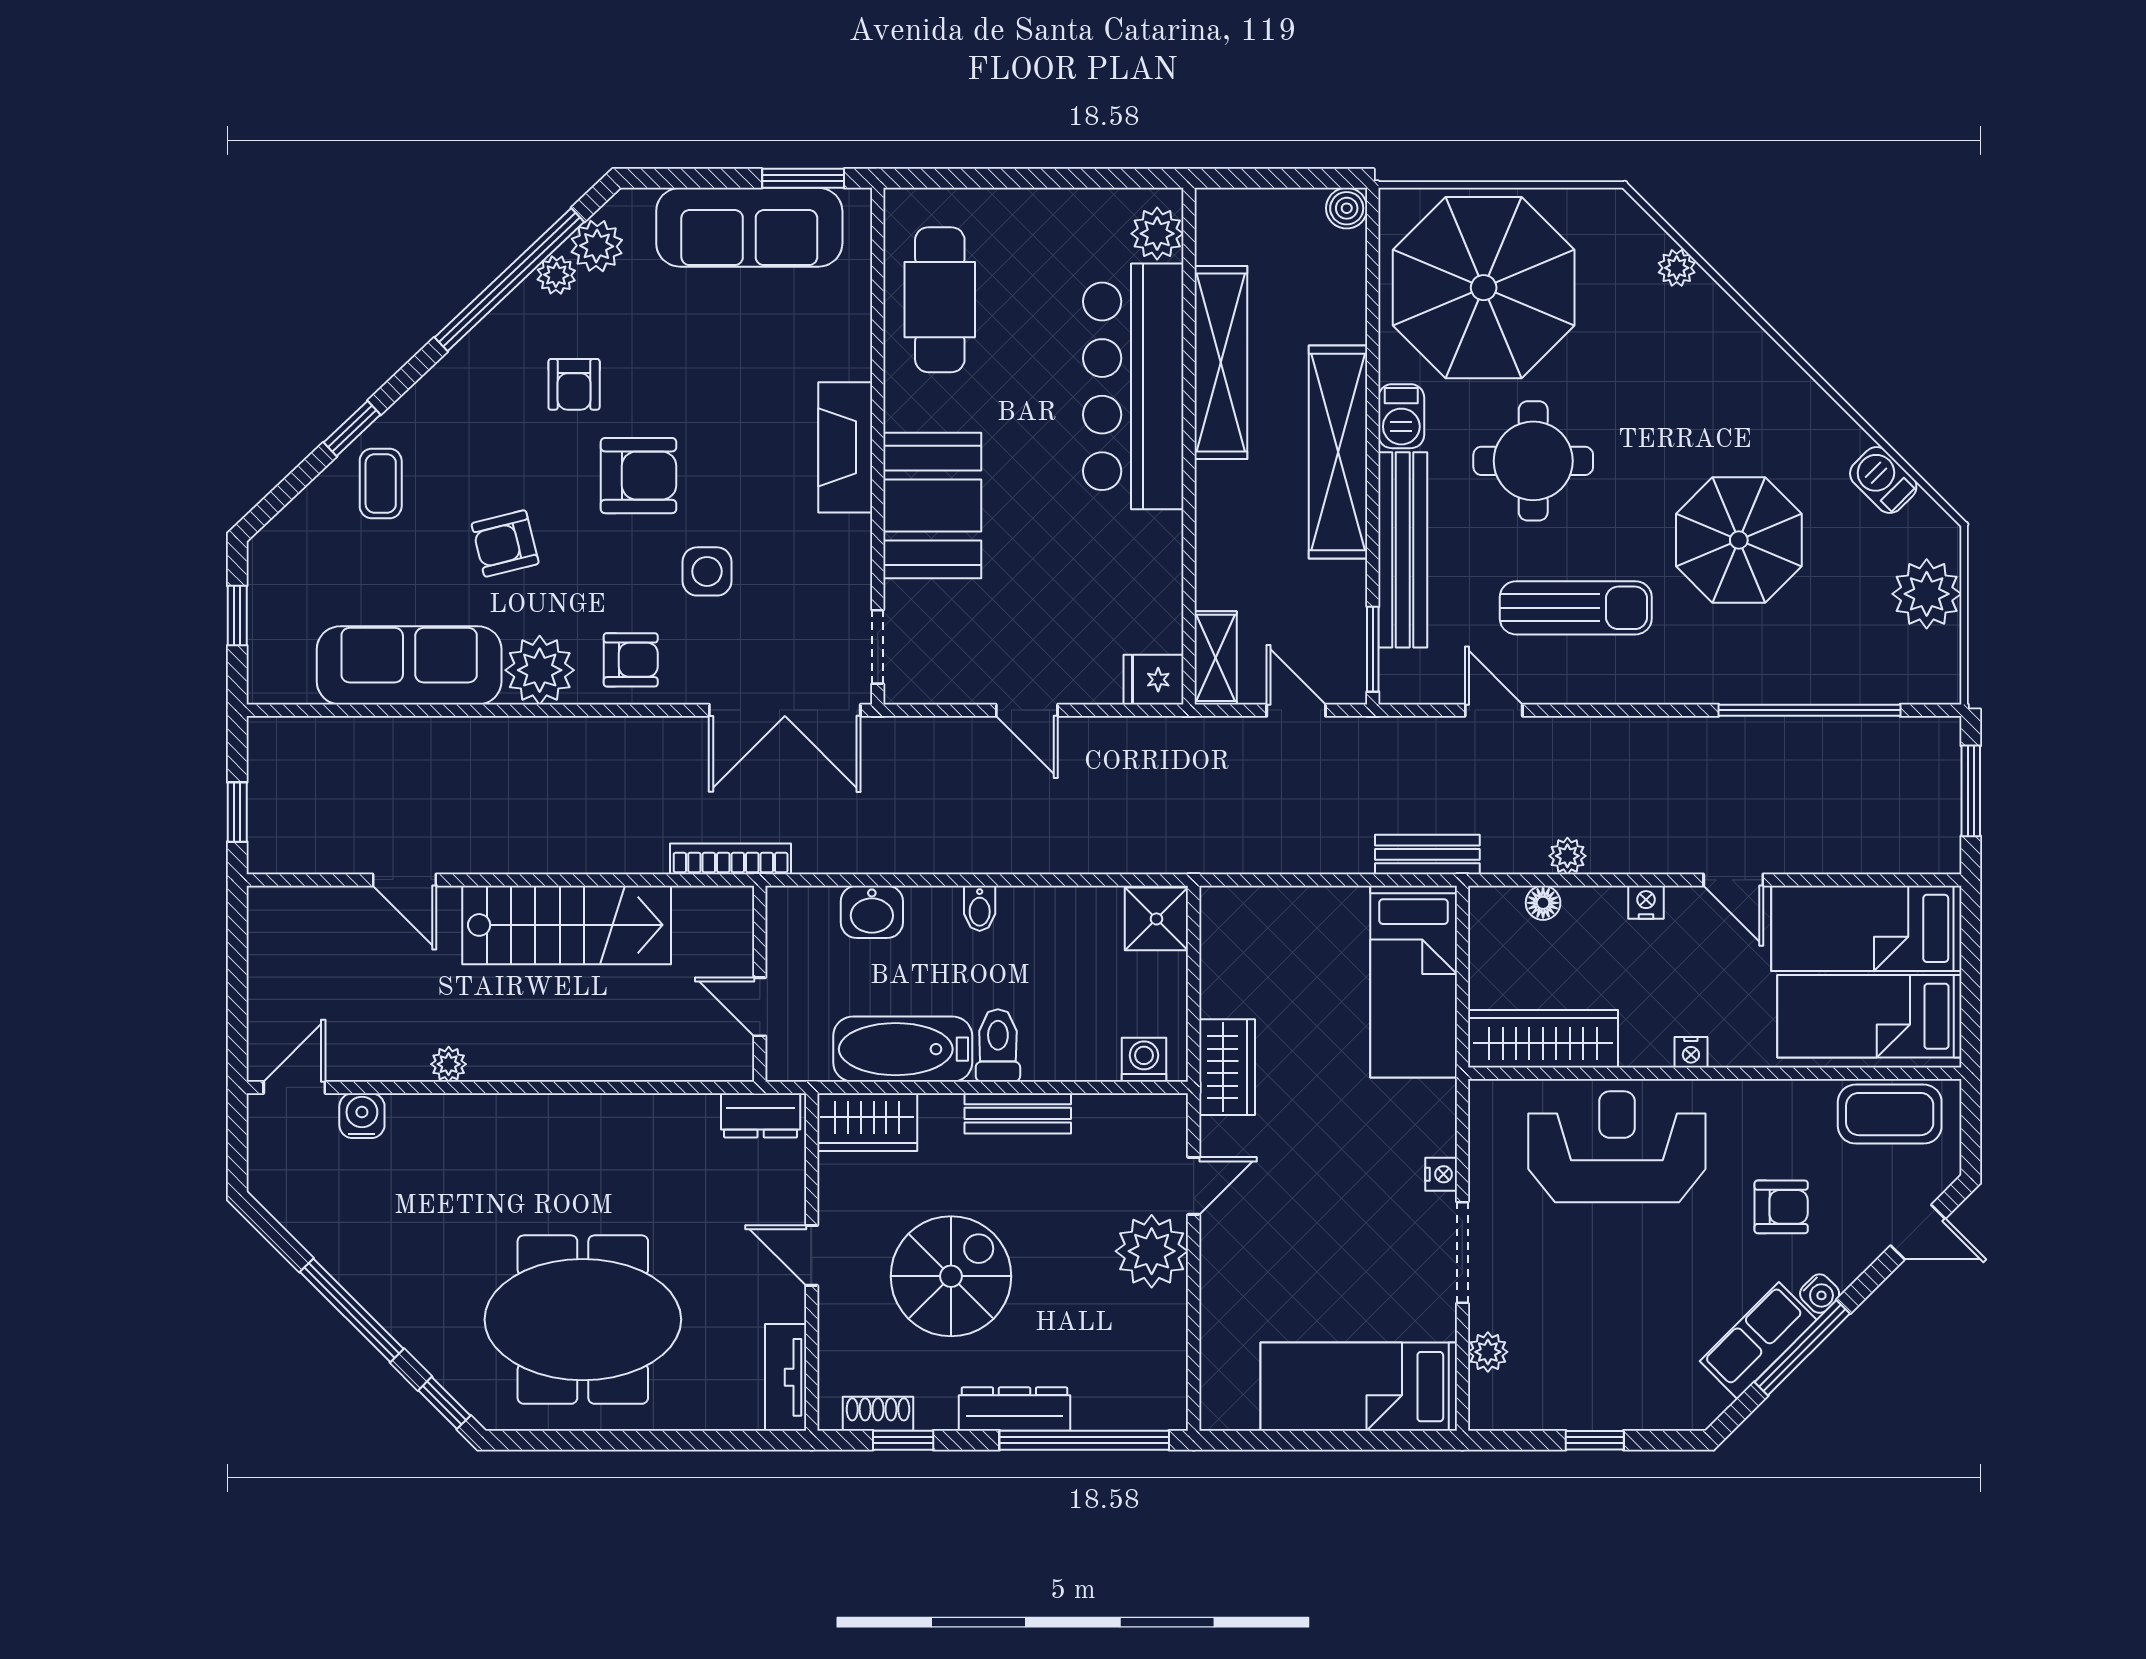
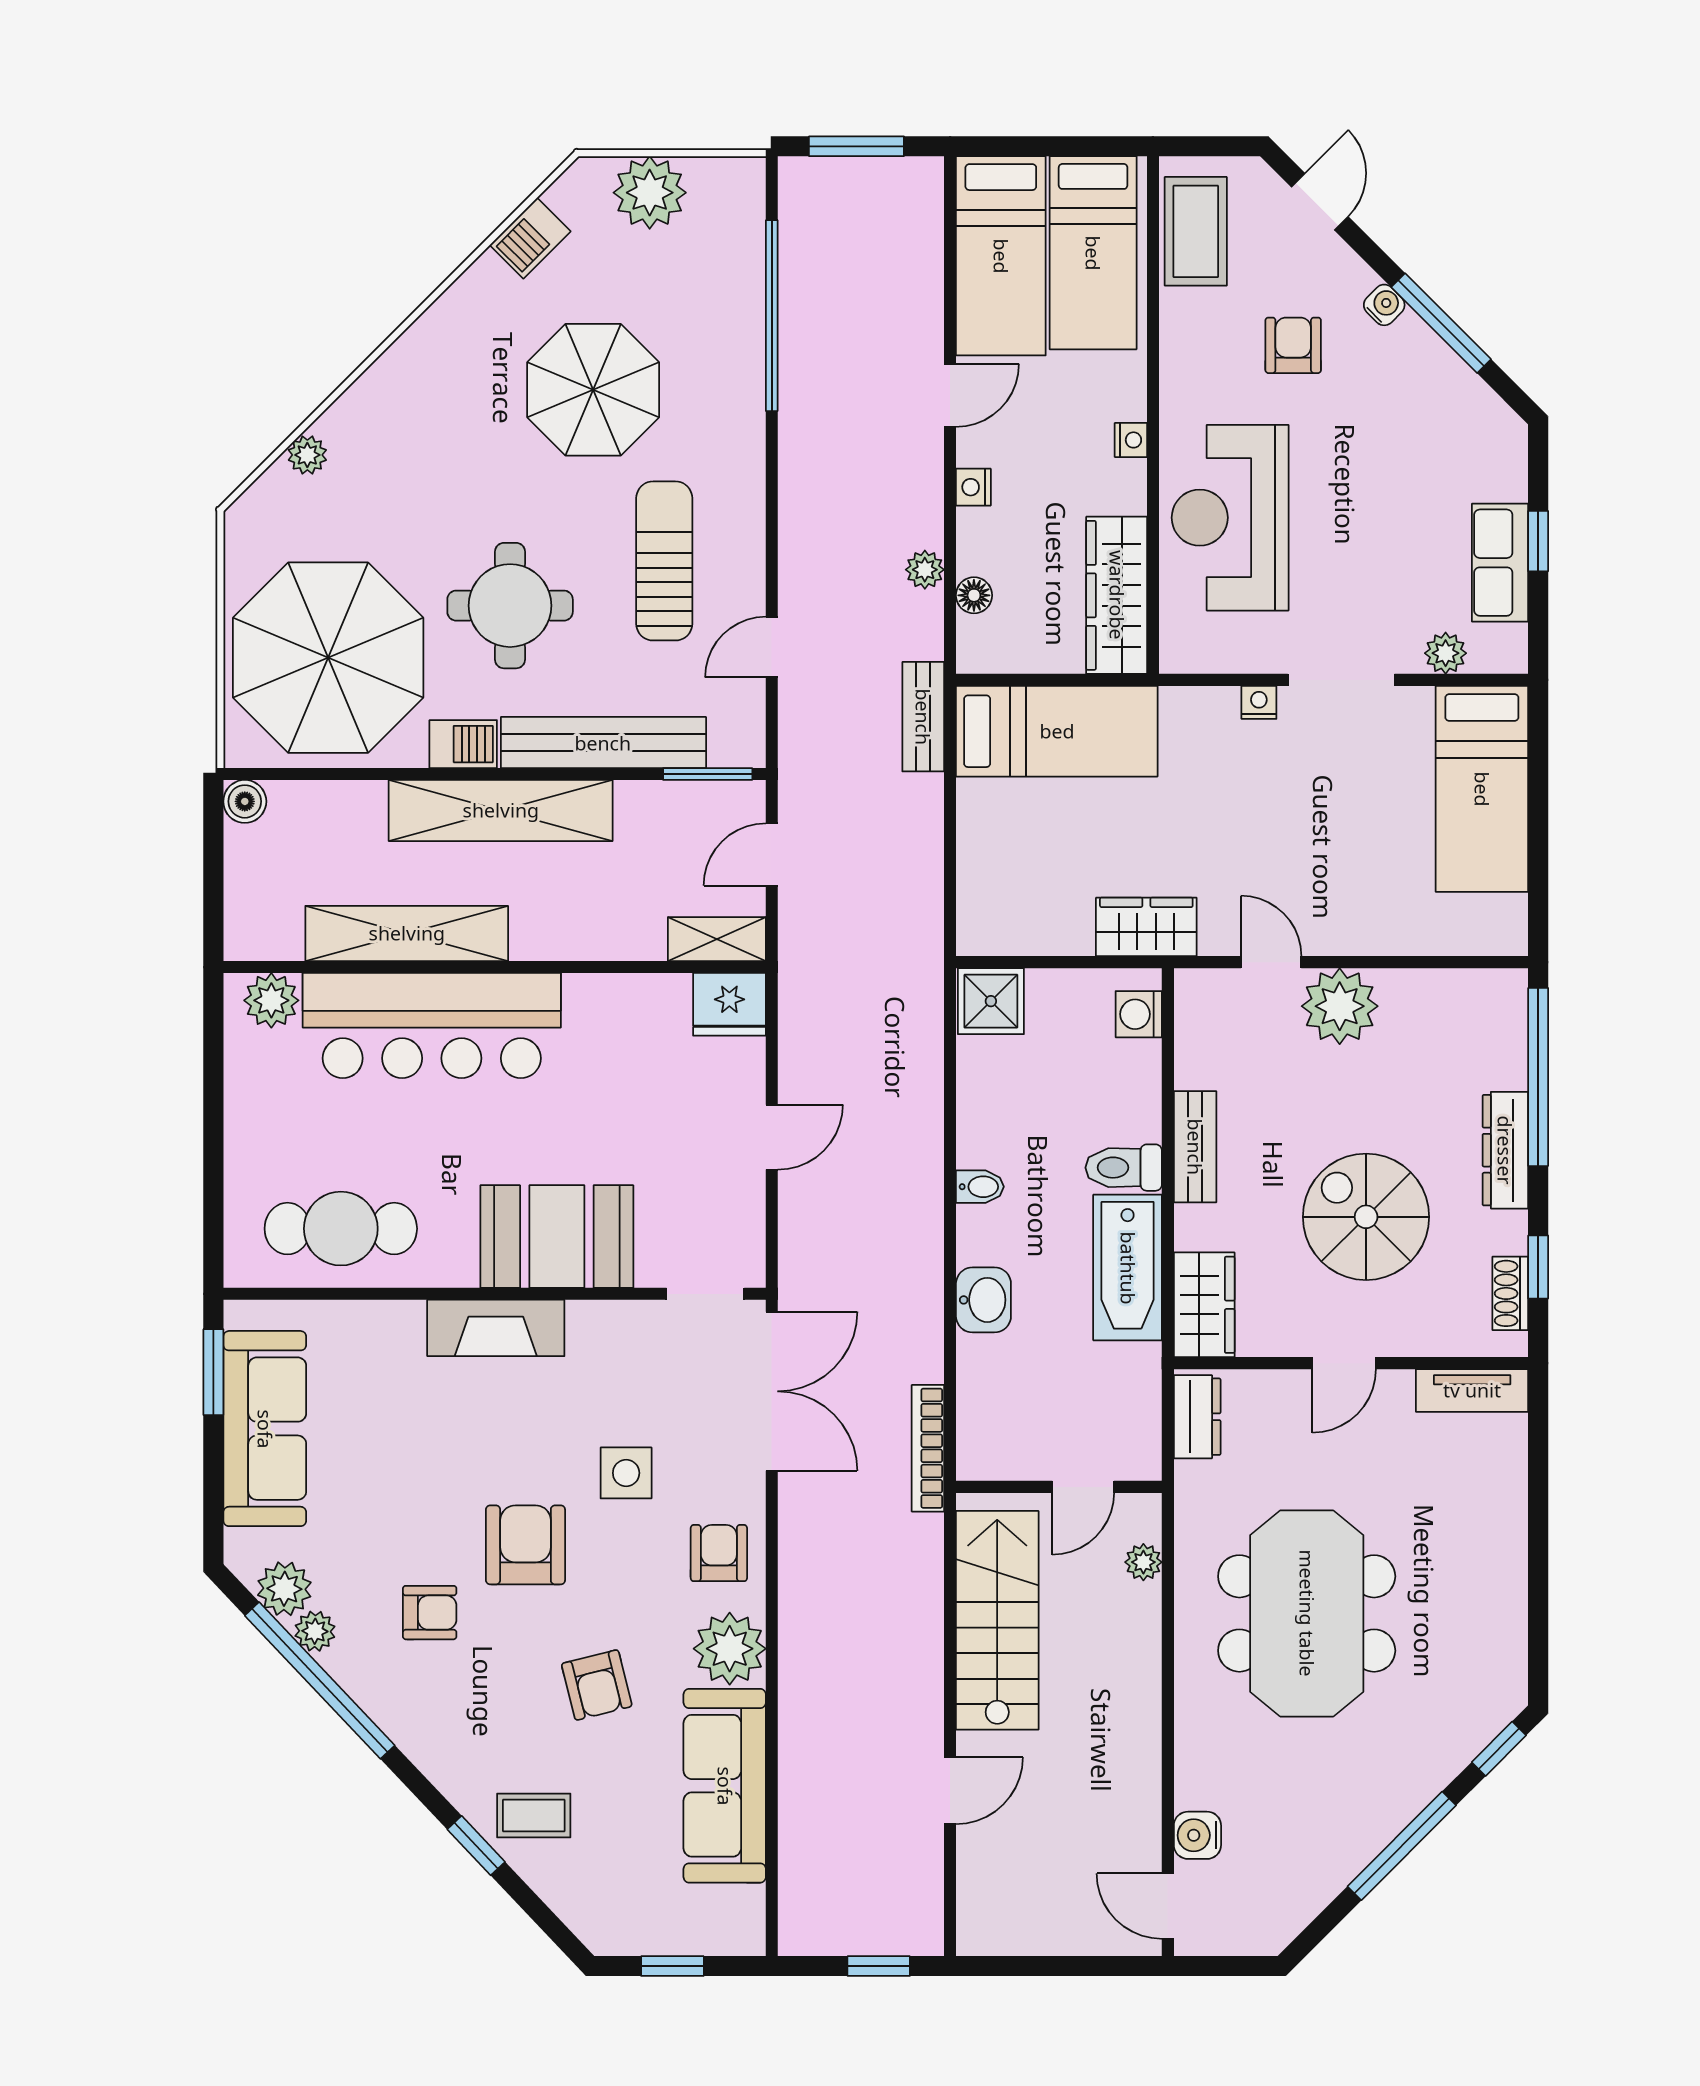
fridge: (1153, 680) -> (729, 1004), width x1.38
wall: (760, 984) -> (1059, 1487), moved
door: (760, 1007) -> (1083, 1487), moved
plant: (449, 1064) -> (1143, 1562), moved
meeting table: (583, 1320) -> (1307, 1613), moved
row of seats: (1758, 1340) -> (1500, 563), moved, turned 45

